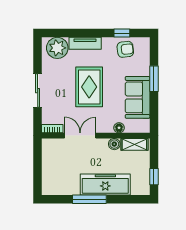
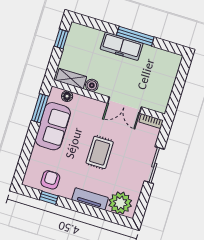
armchair: (125, 49) -> (50, 180), turned 96
window: (154, 79) -> (40, 108), moved
rug: (89, 87) -> (100, 152), width x0.73, depth x0.70
floor lamp: (119, 128) -> (67, 96), moved
freezer: (105, 184) -> (122, 46), width x0.73, depth x0.79

